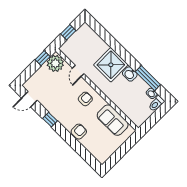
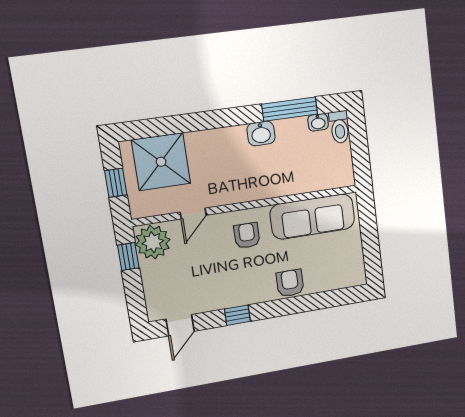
shower: (111, 65) -> (161, 162), moved
door: (78, 71) -> (193, 214), hinge flipped
sofa: (113, 120) -> (313, 217), width x1.36

